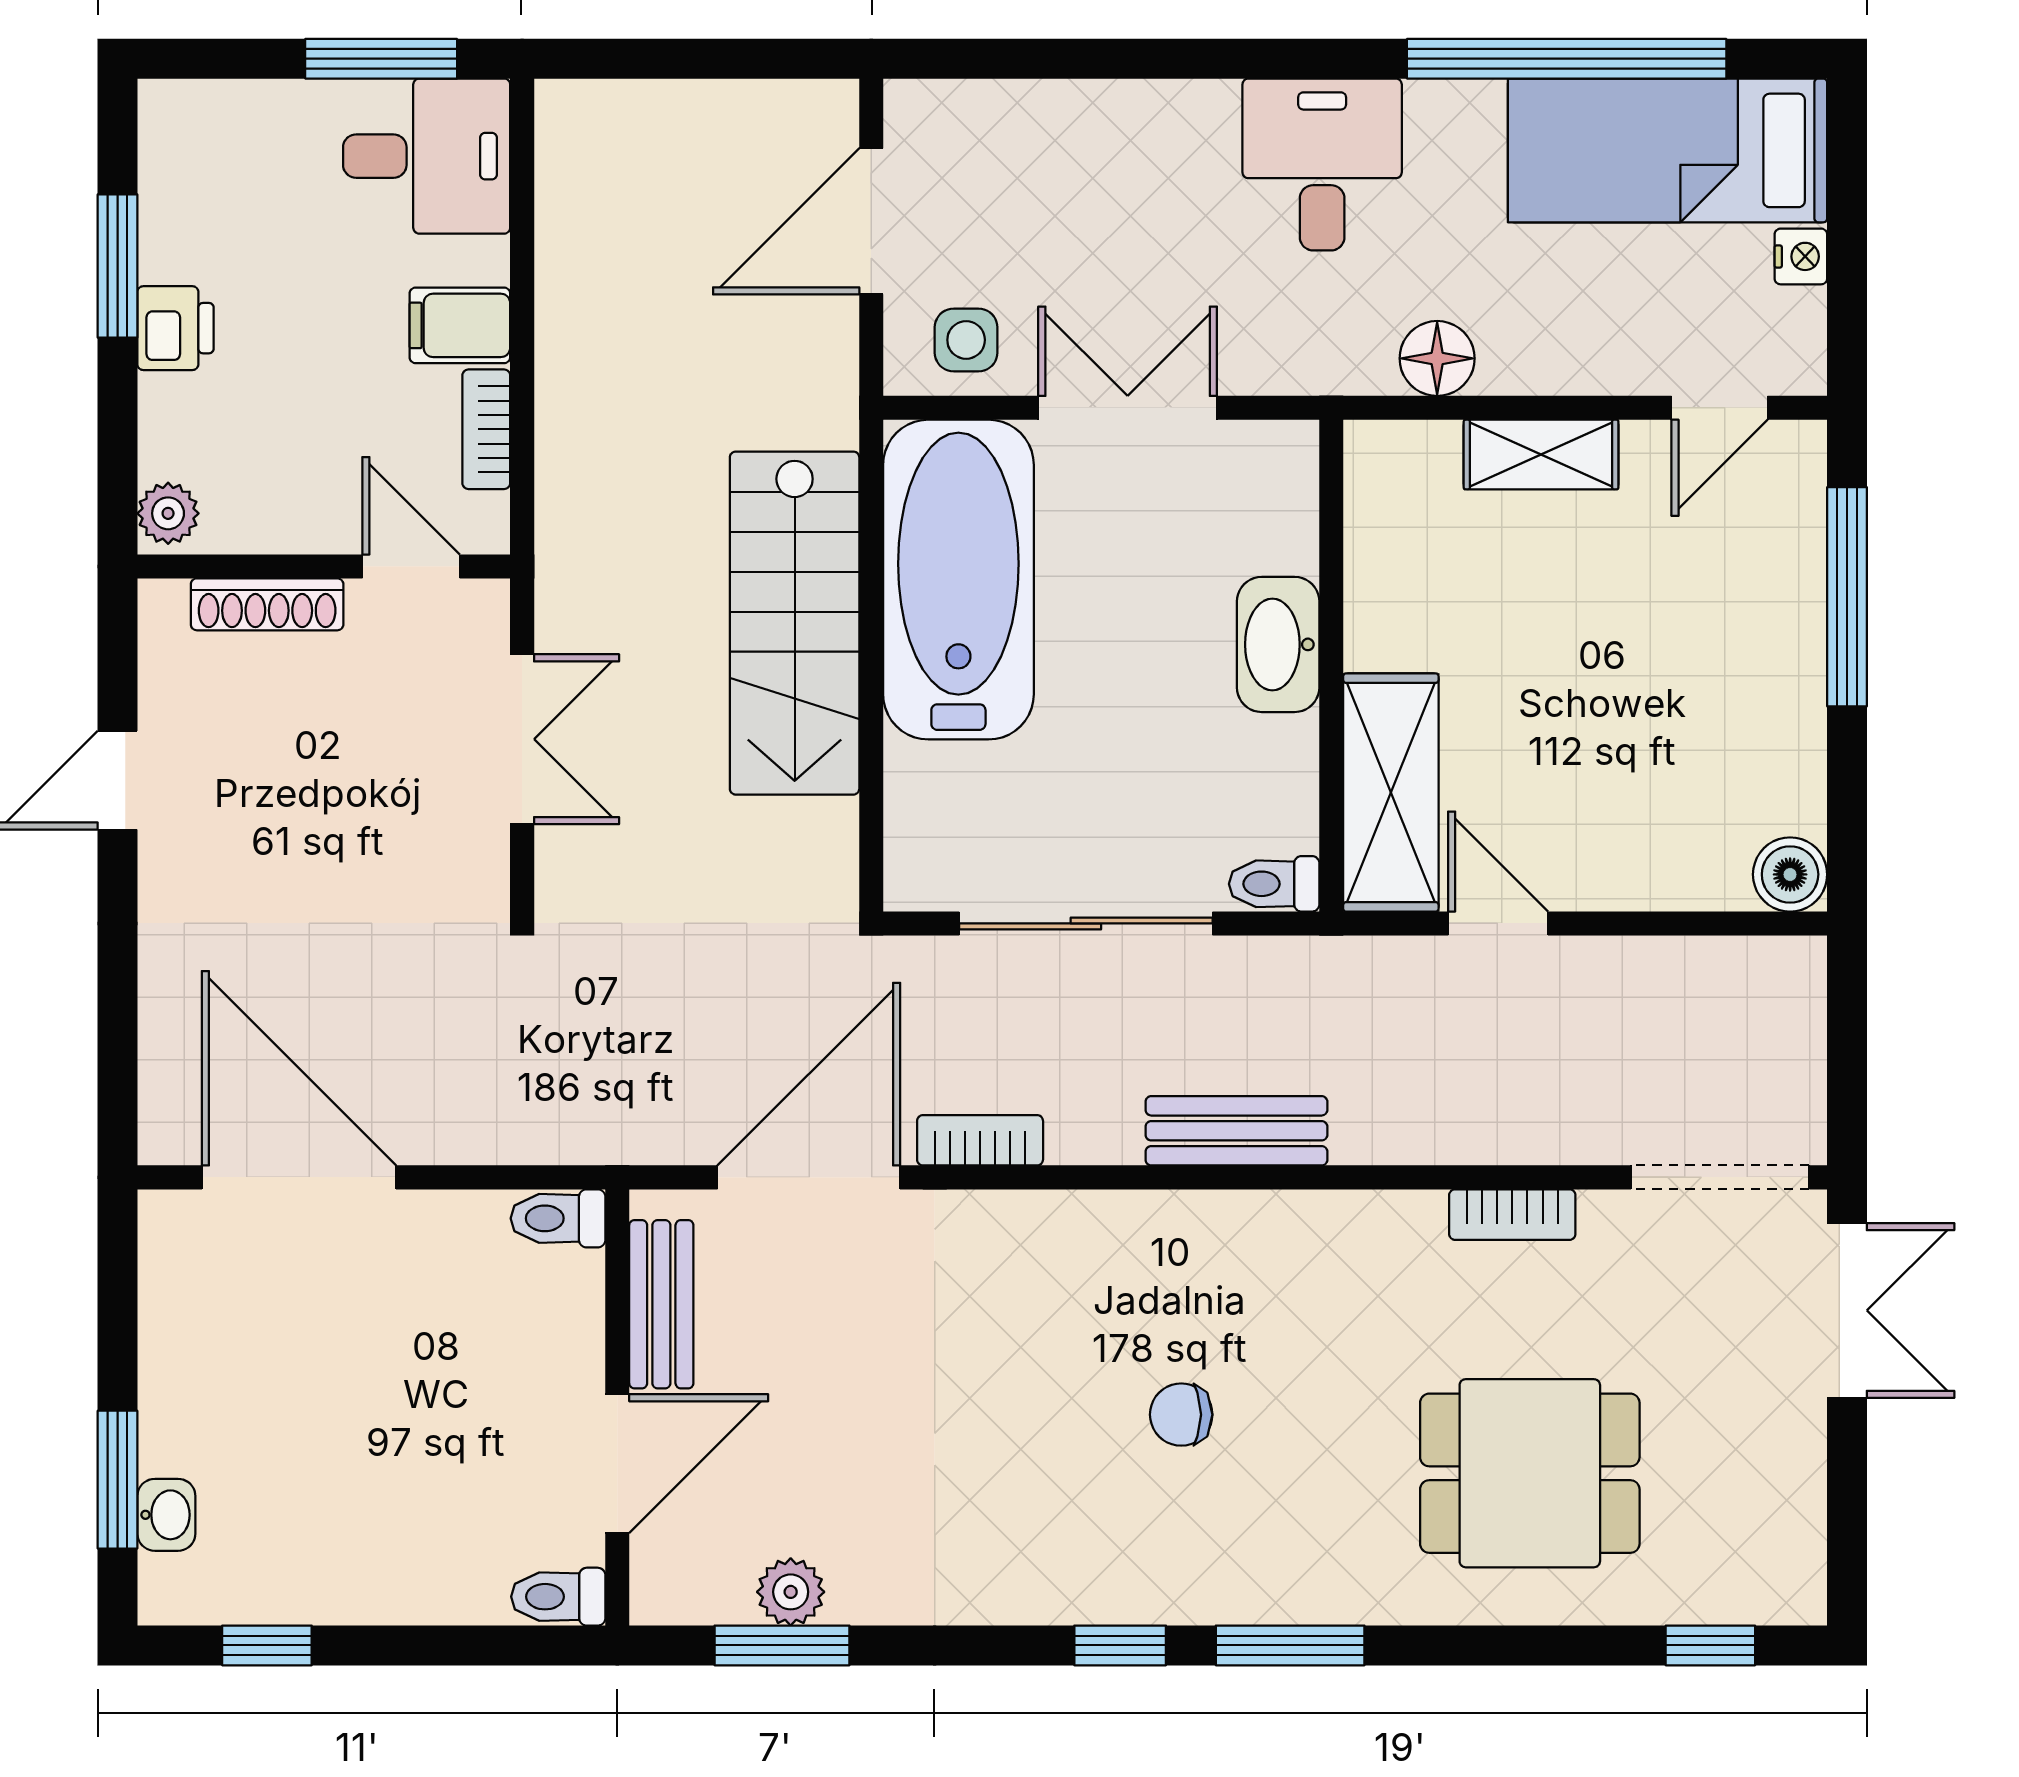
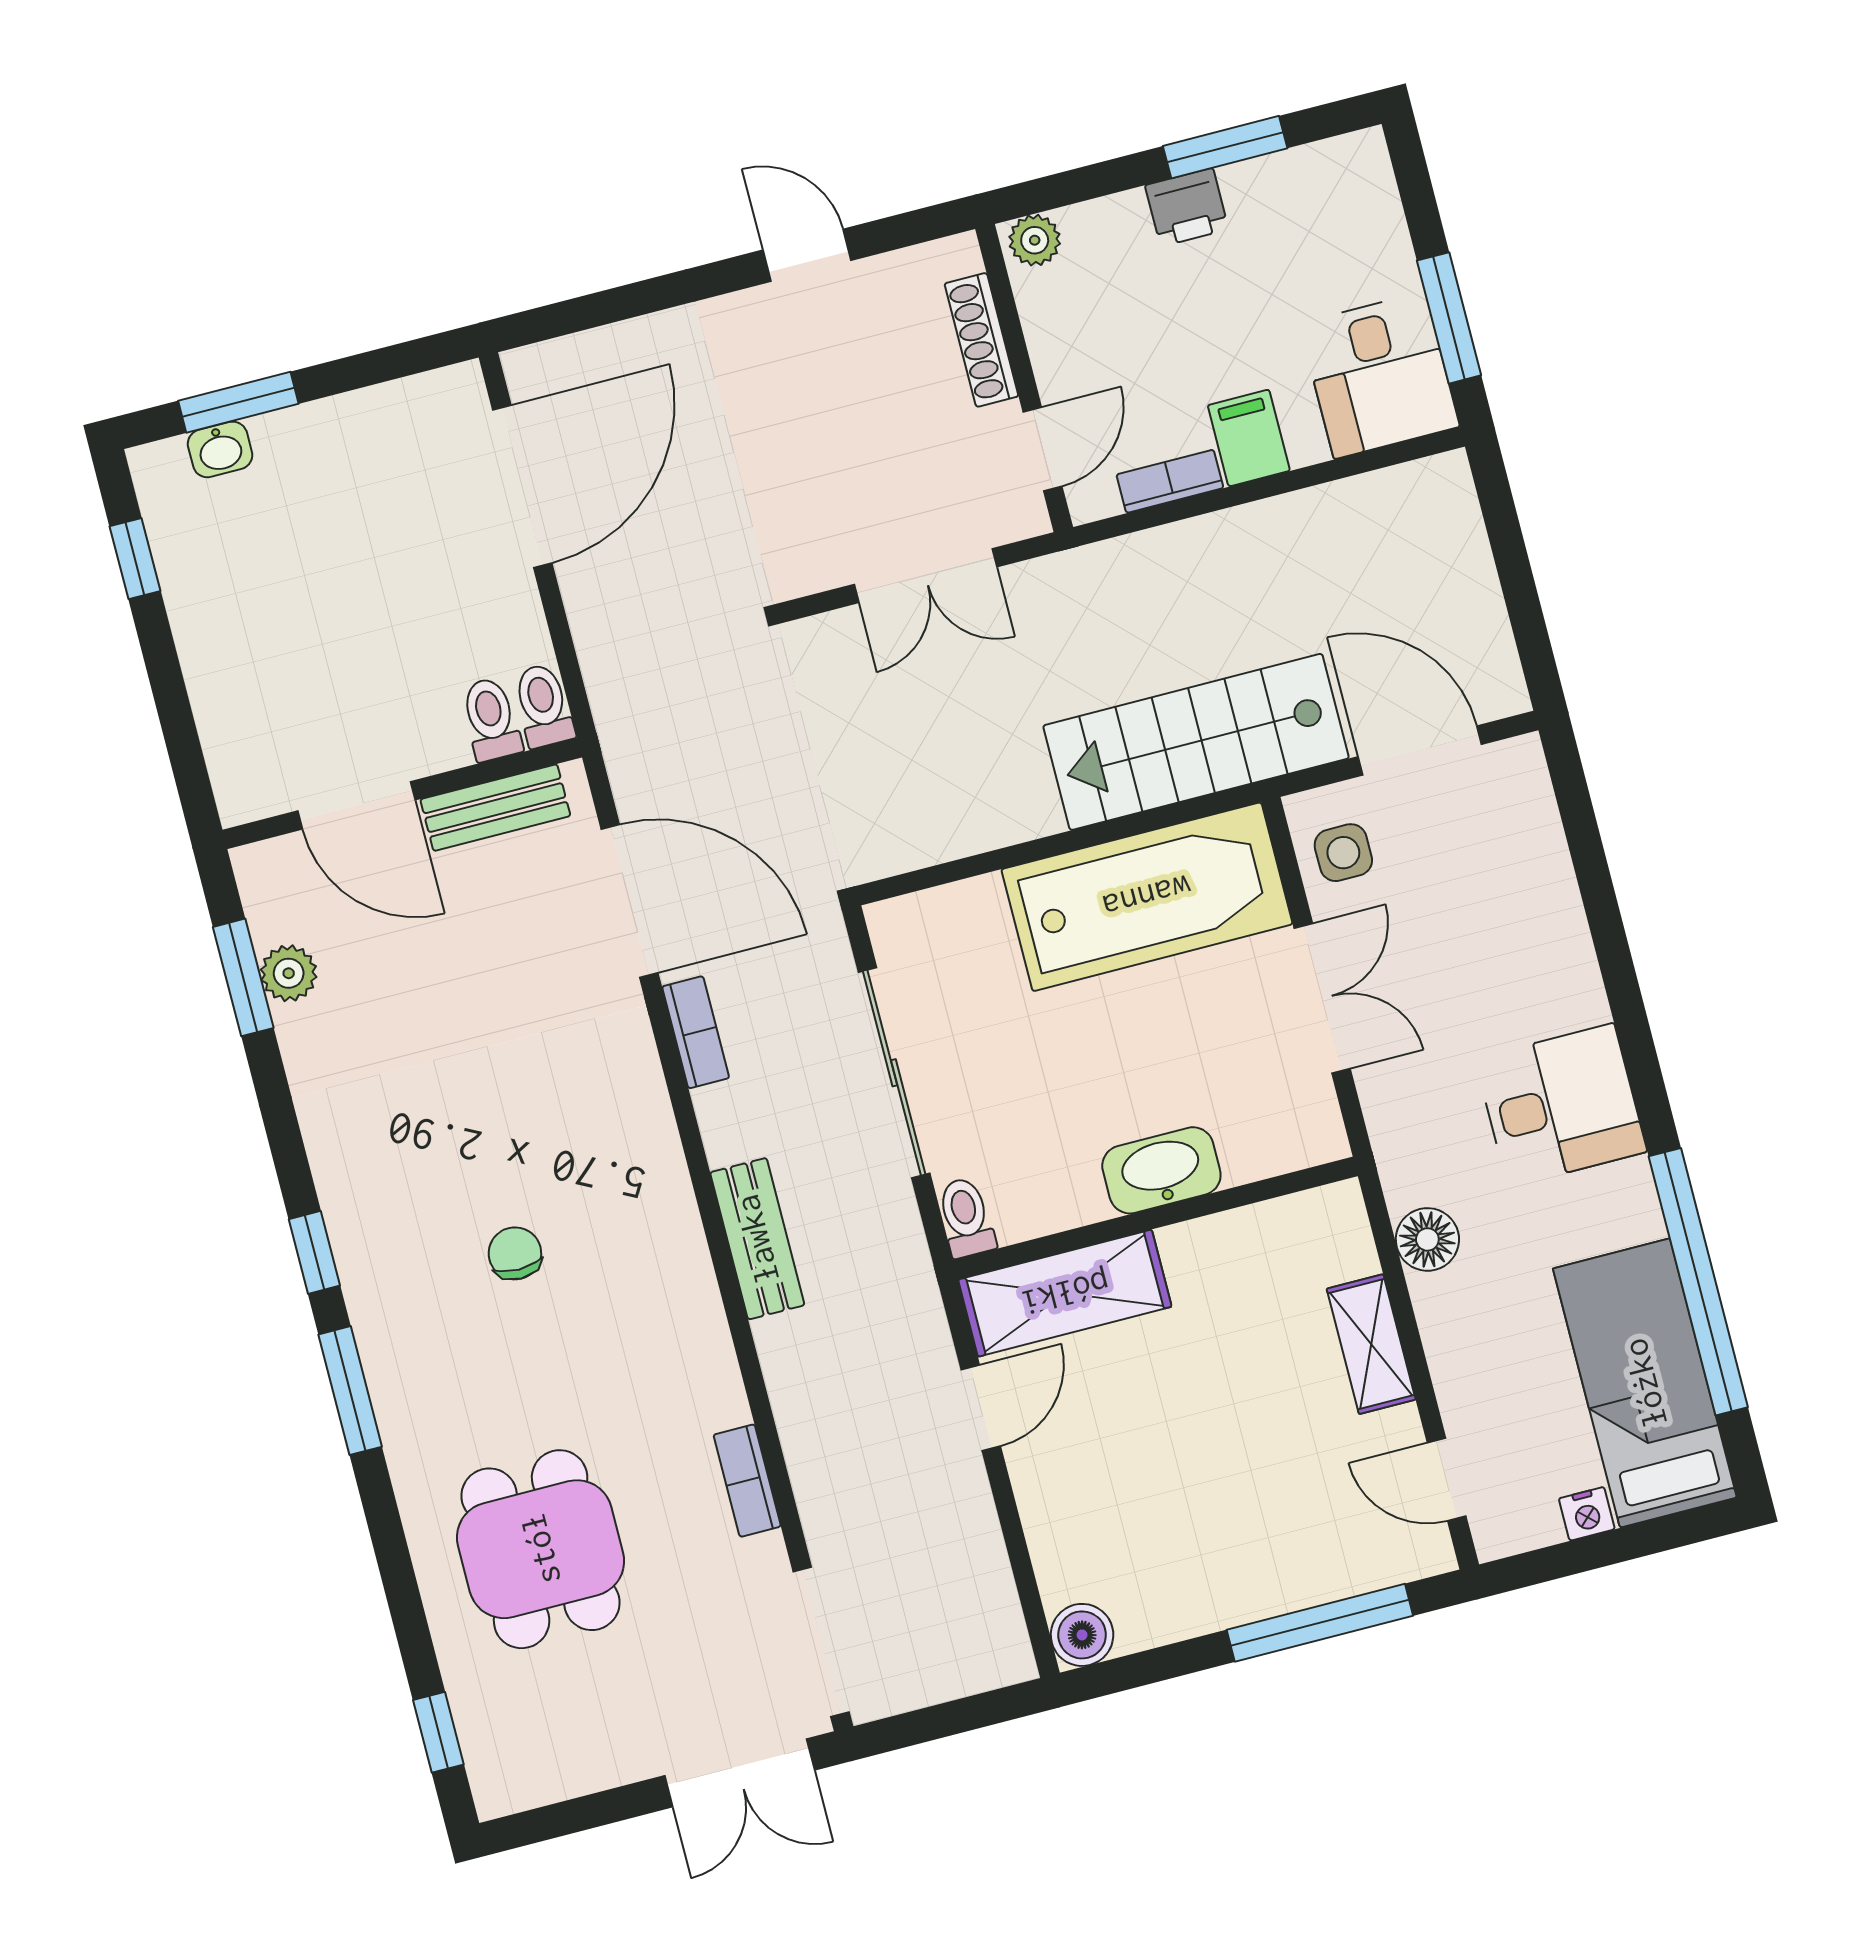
stairs: (795, 623) -> (1196, 742), moved
toilet: (558, 1597) -> (491, 719), moved

